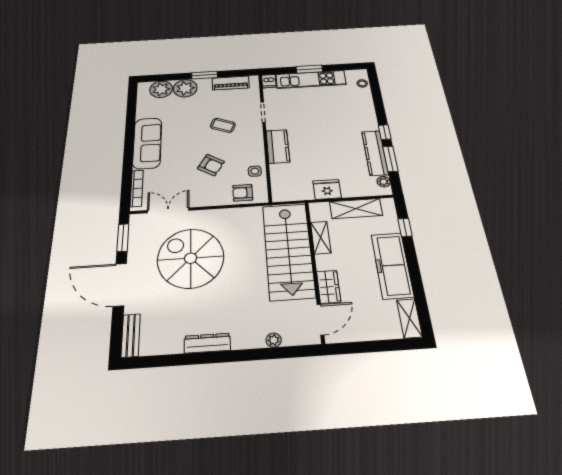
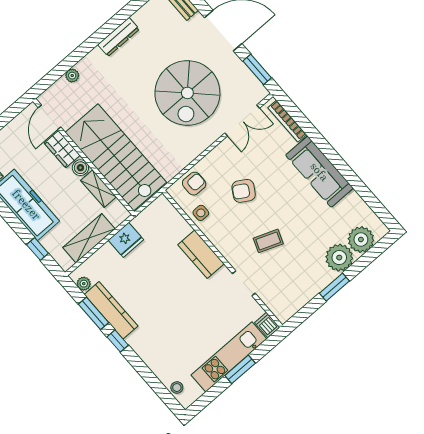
piano: (231, 83) -> (302, 296), removed
spiral stairs: (191, 258) -> (187, 93), turned 90
boiler: (324, 262) -> (80, 168), added

